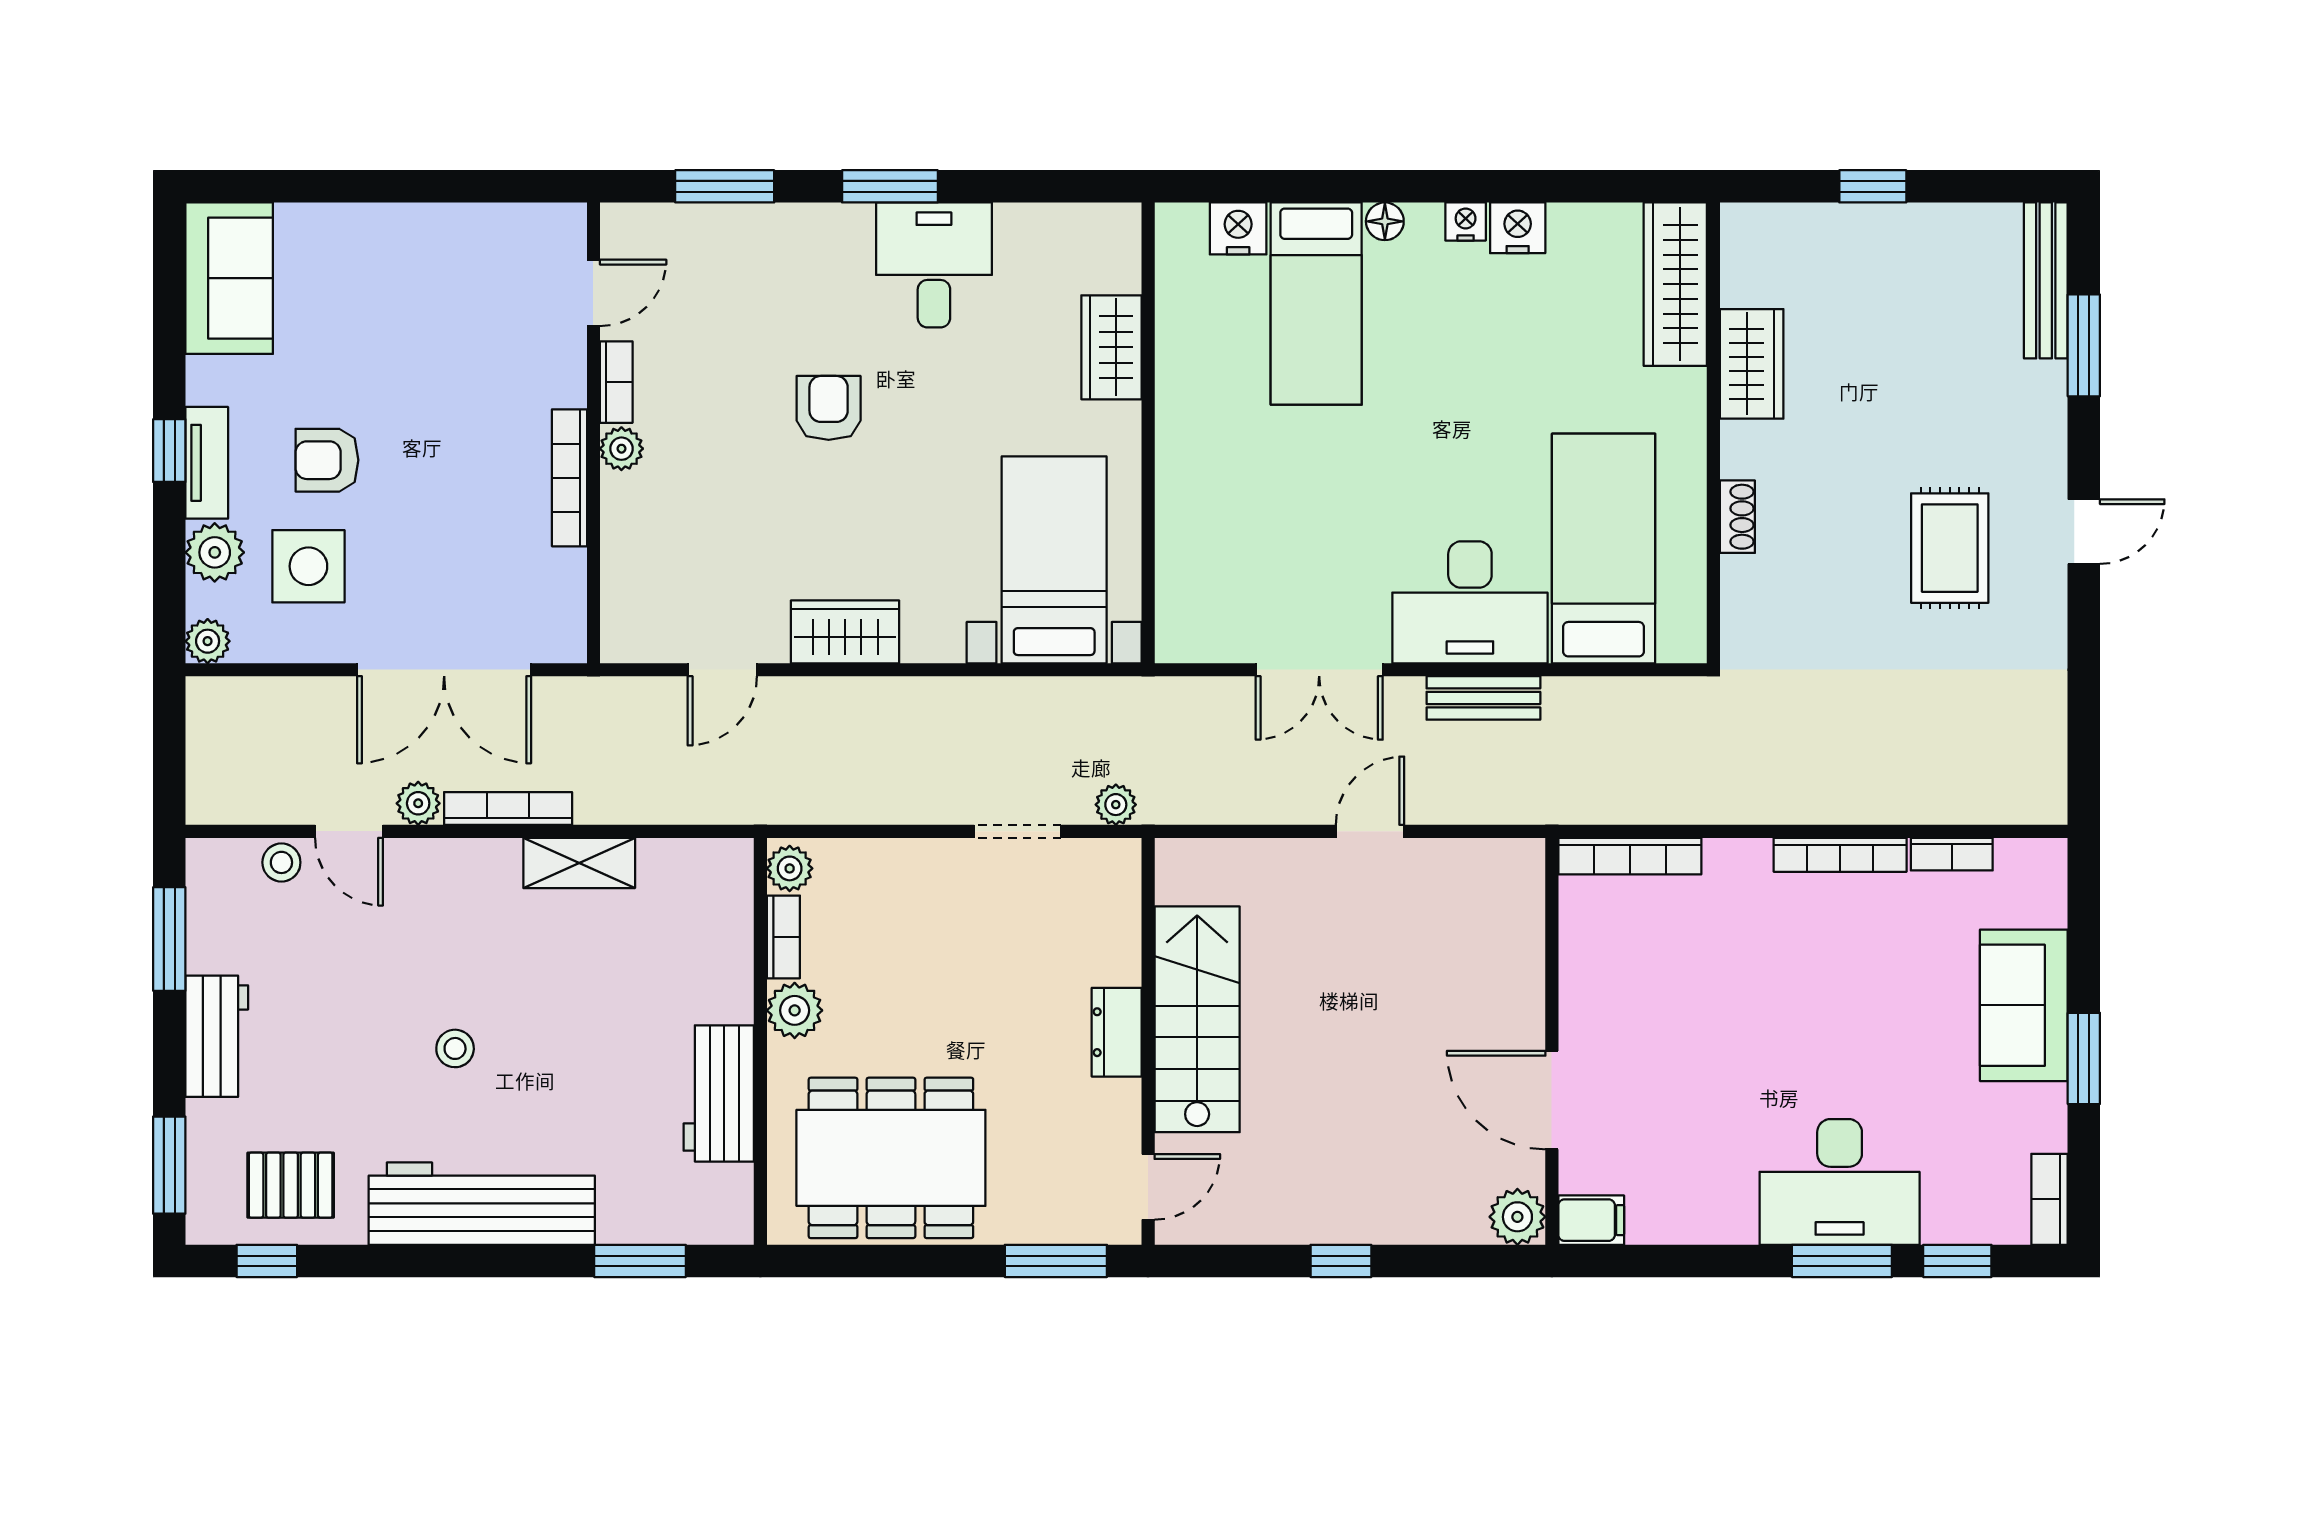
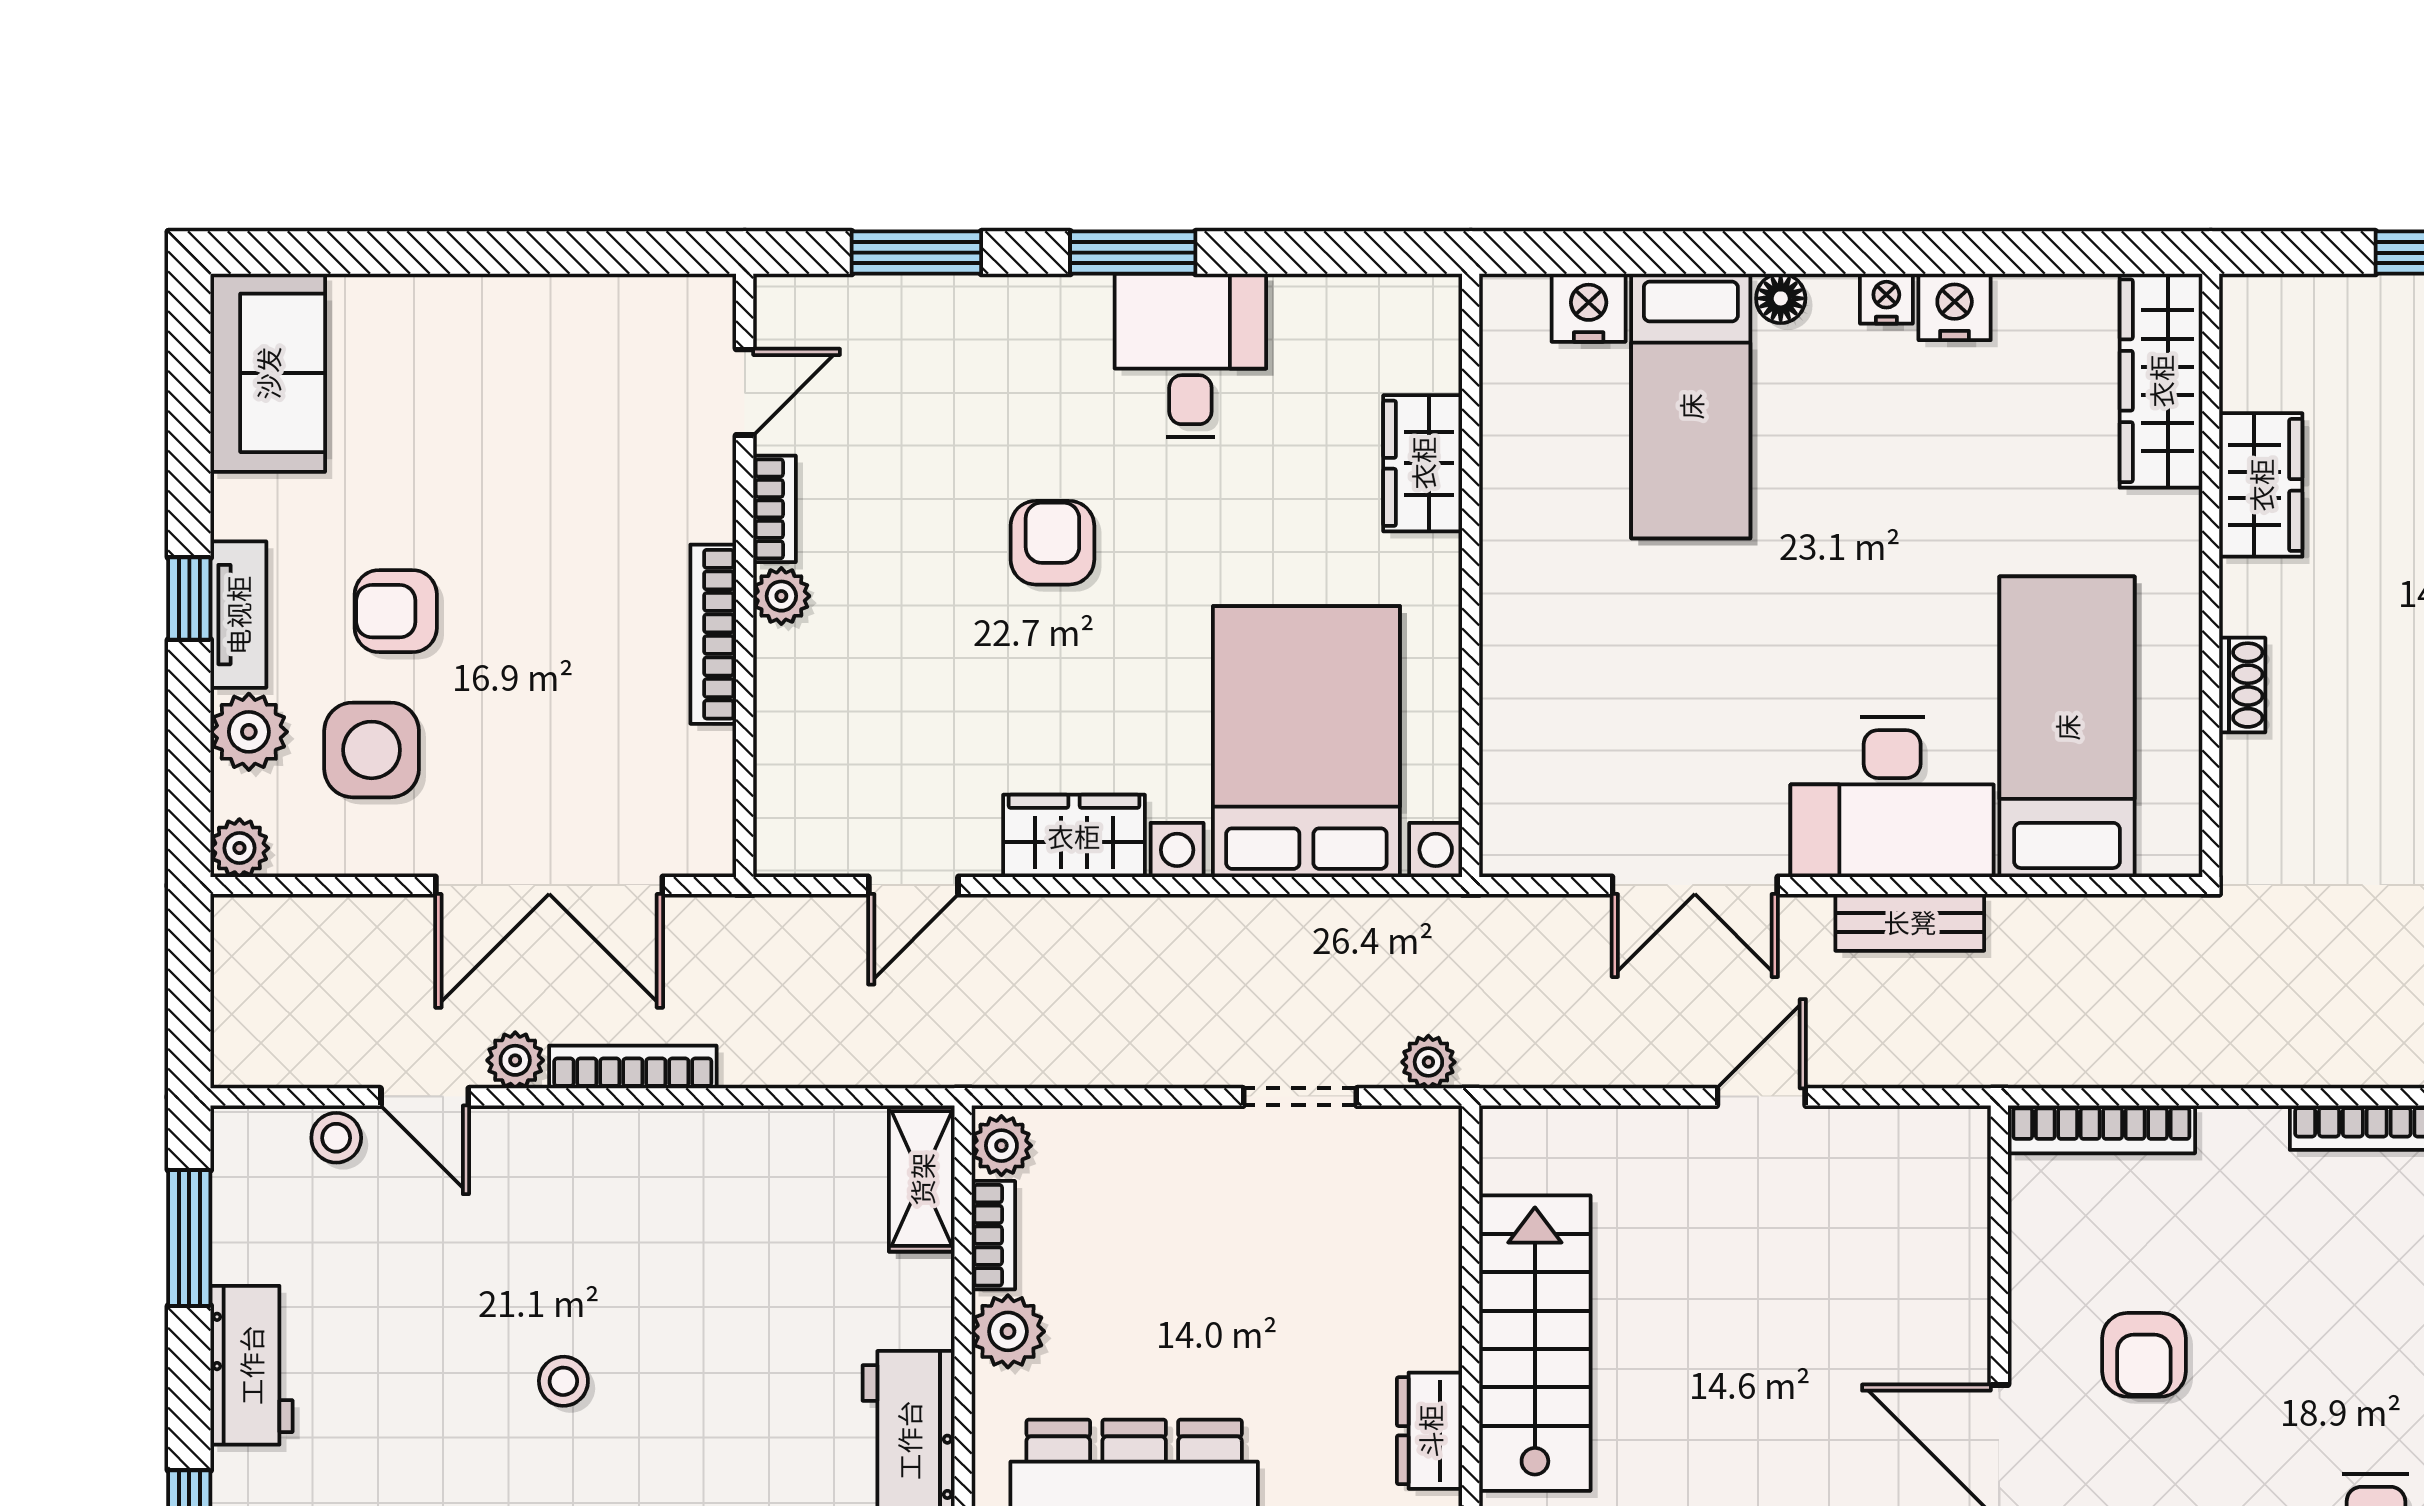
bed with nightstands: (1054, 560) -> (1306, 742), width x1.36
shelving: (579, 863) -> (922, 1179), moved, turned 90
armchair: (1662, 1028) -> (2144, 1355), added
dresser: (1117, 1032) -> (1430, 1431), moved

